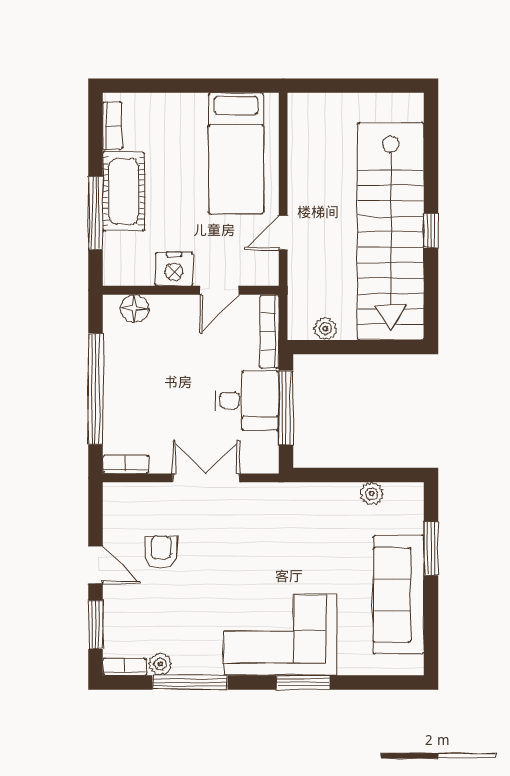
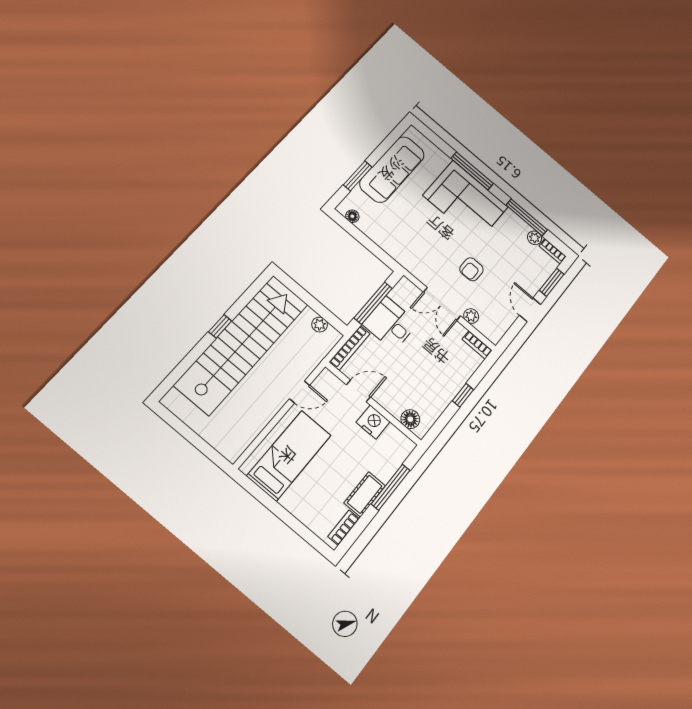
cot: (124, 191) -> (365, 494), width x0.73, depth x0.75
window: (96, 389) -> (463, 395), width x0.32
floor lamp: (396, 492) -> (352, 216), added
plant: (372, 494) -> (471, 316), moved
armchair: (161, 552) -> (471, 269), moved
window: (303, 683) -> (472, 171), width x1.44

